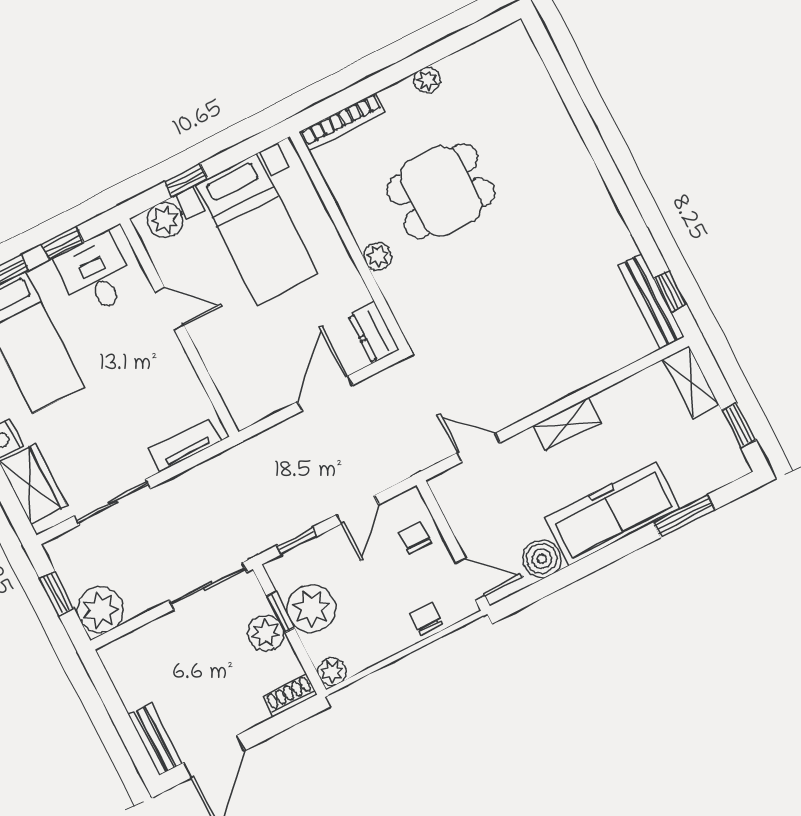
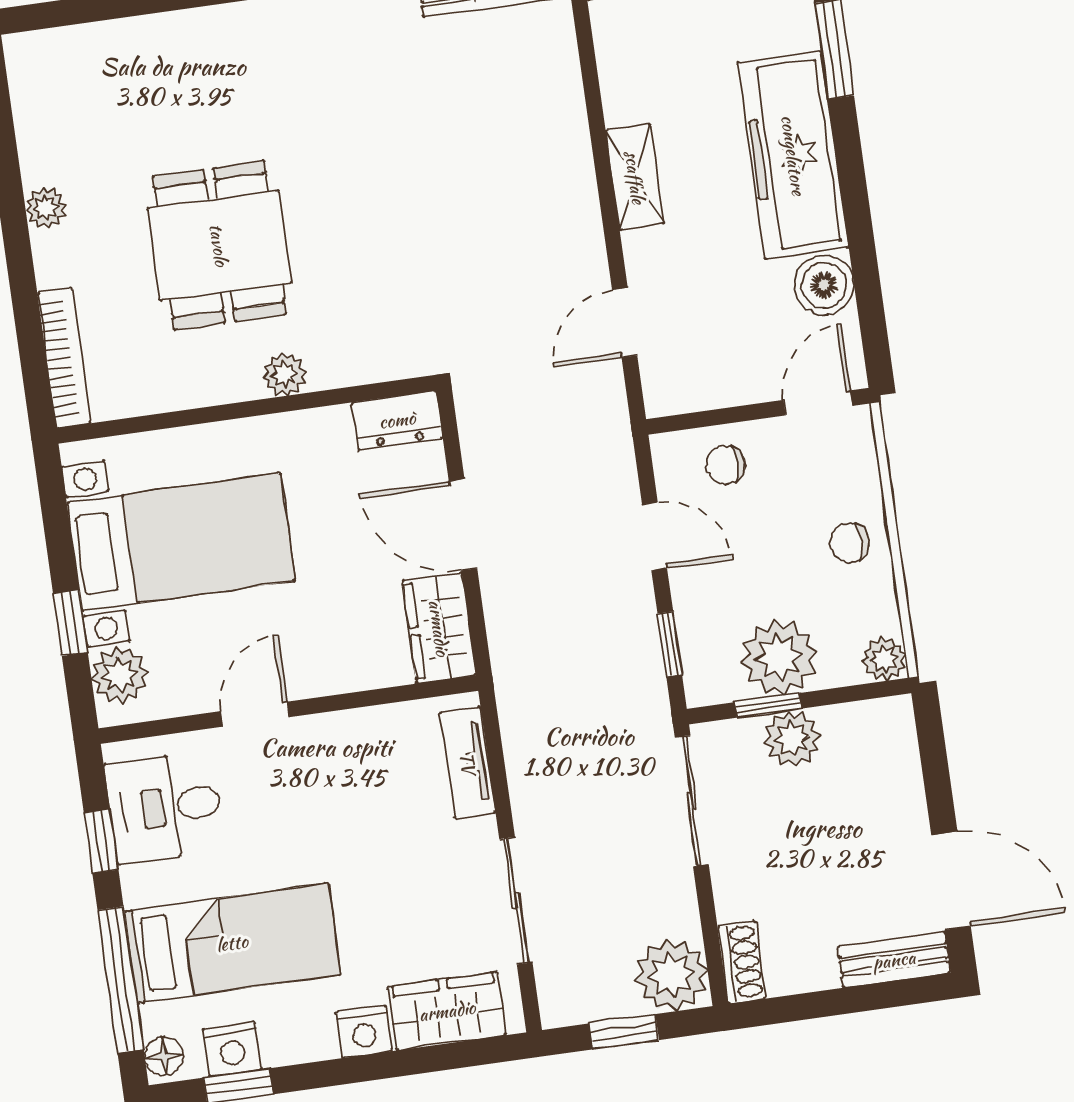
wardrobe: (259, 400) -> (439, 628), added
chair: (426, 619) -> (849, 543), moved
shoe rack: (290, 695) -> (742, 963), moved, turned 180

